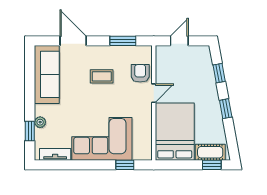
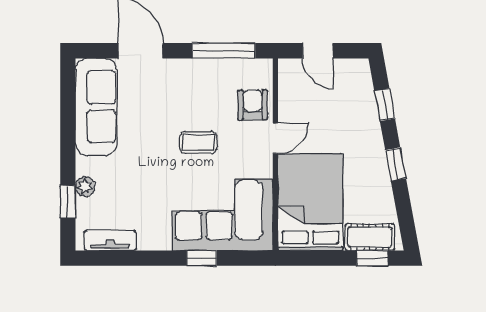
window: (123, 41) -> (224, 51), width x1.44
door: (179, 41) -> (318, 51), swing flipped
coffee table: (102, 76) -> (198, 142), moved
corner sofa: (102, 139) -> (222, 215), moved
window: (125, 165) -> (202, 258), moved

